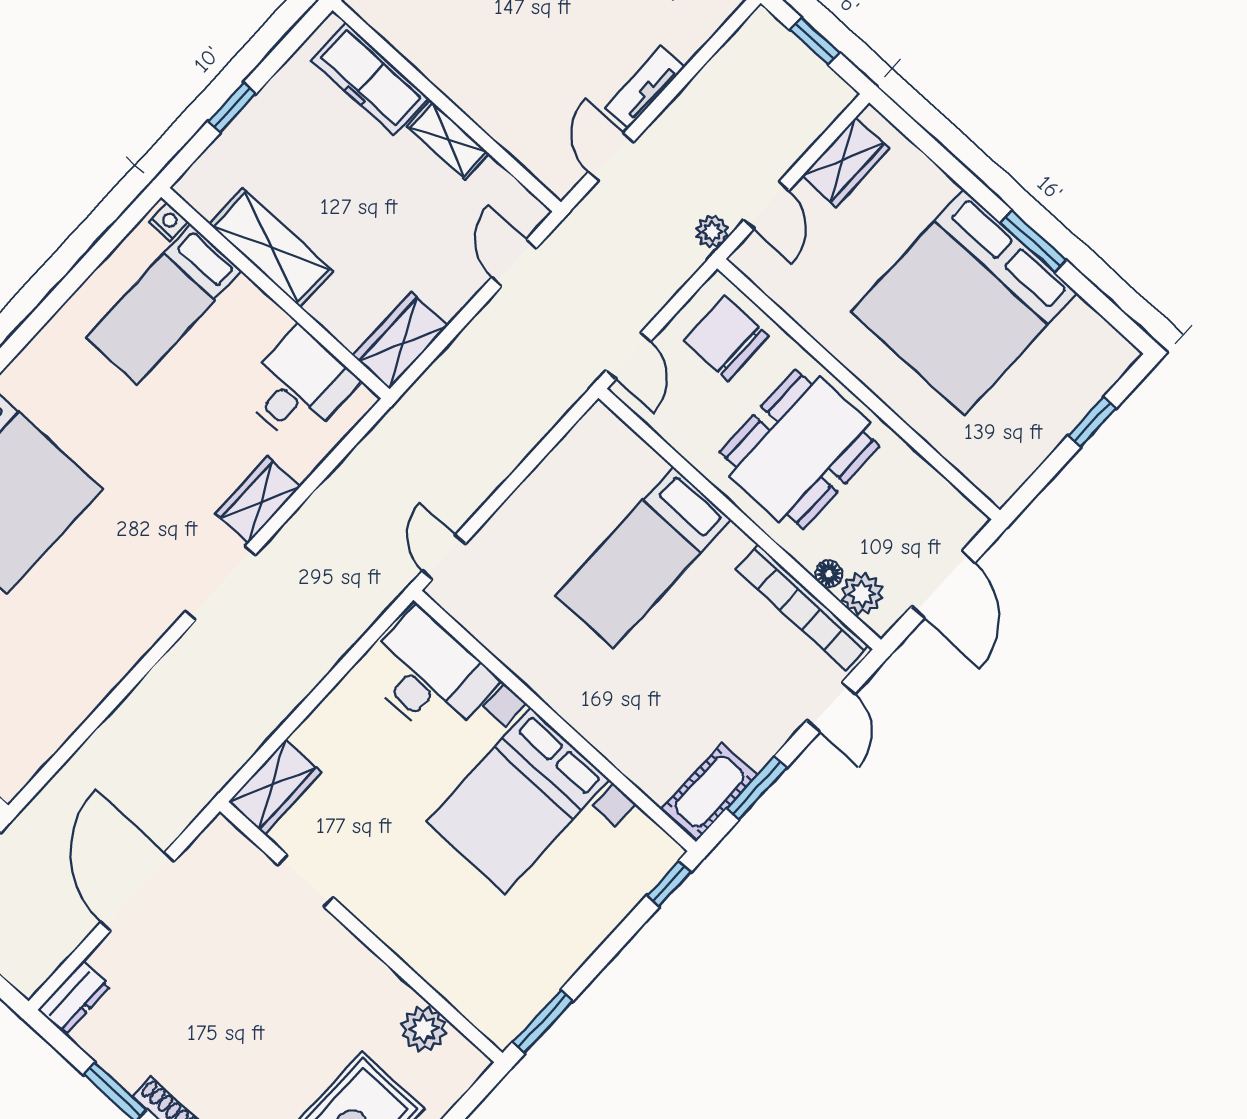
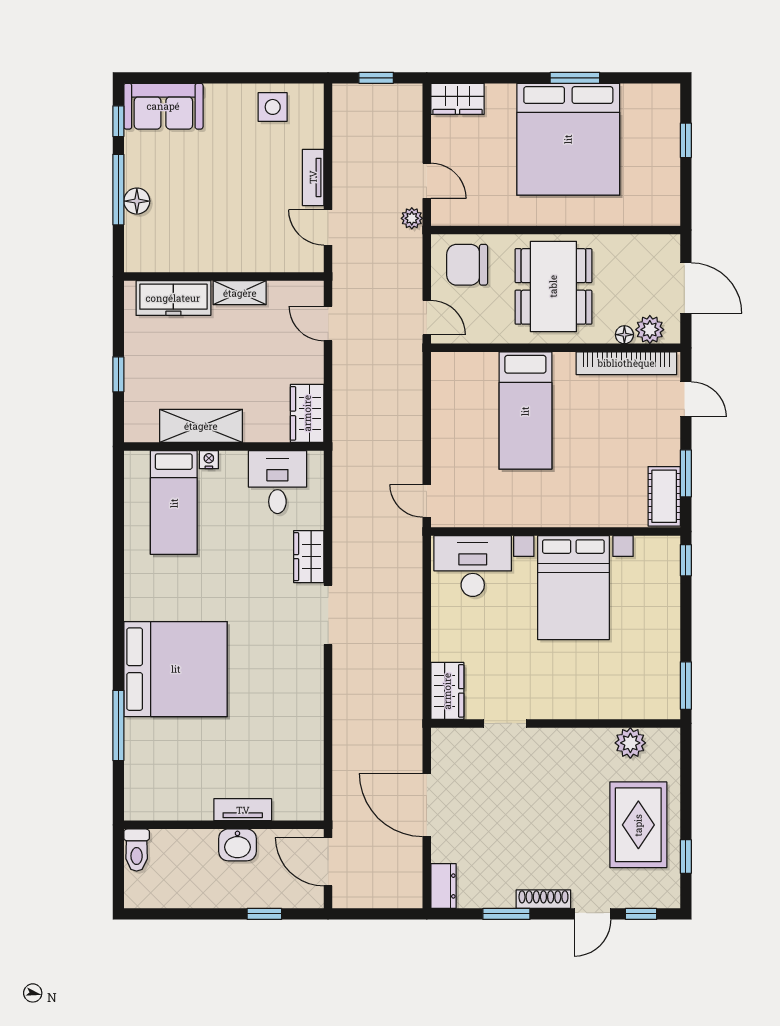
wardrobe: (846, 162) -> (458, 99), moved, turned 90
nightstand: (168, 222) -> (209, 460), moved

